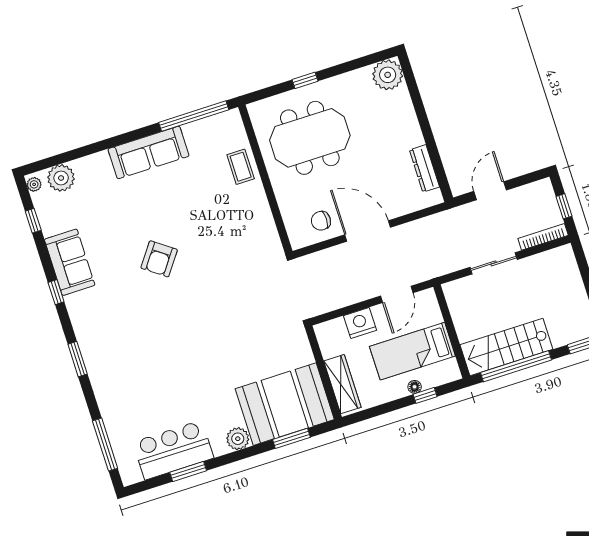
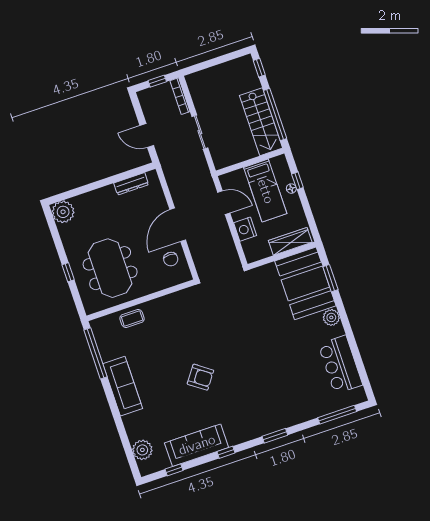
plant: (34, 184) -> (147, 470), removed
sofa: (70, 262) -> (197, 445), width x1.36
window: (188, 472) -> (356, 353), removed

